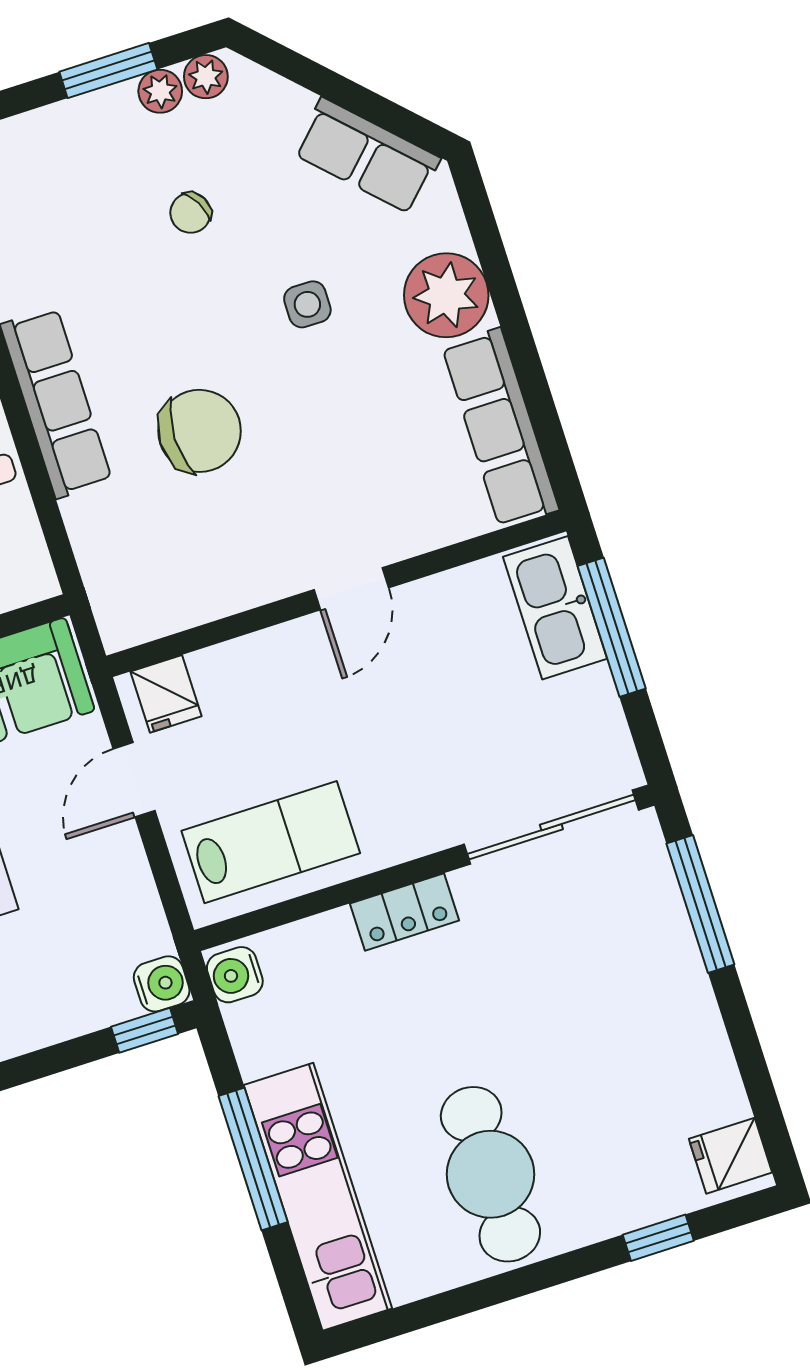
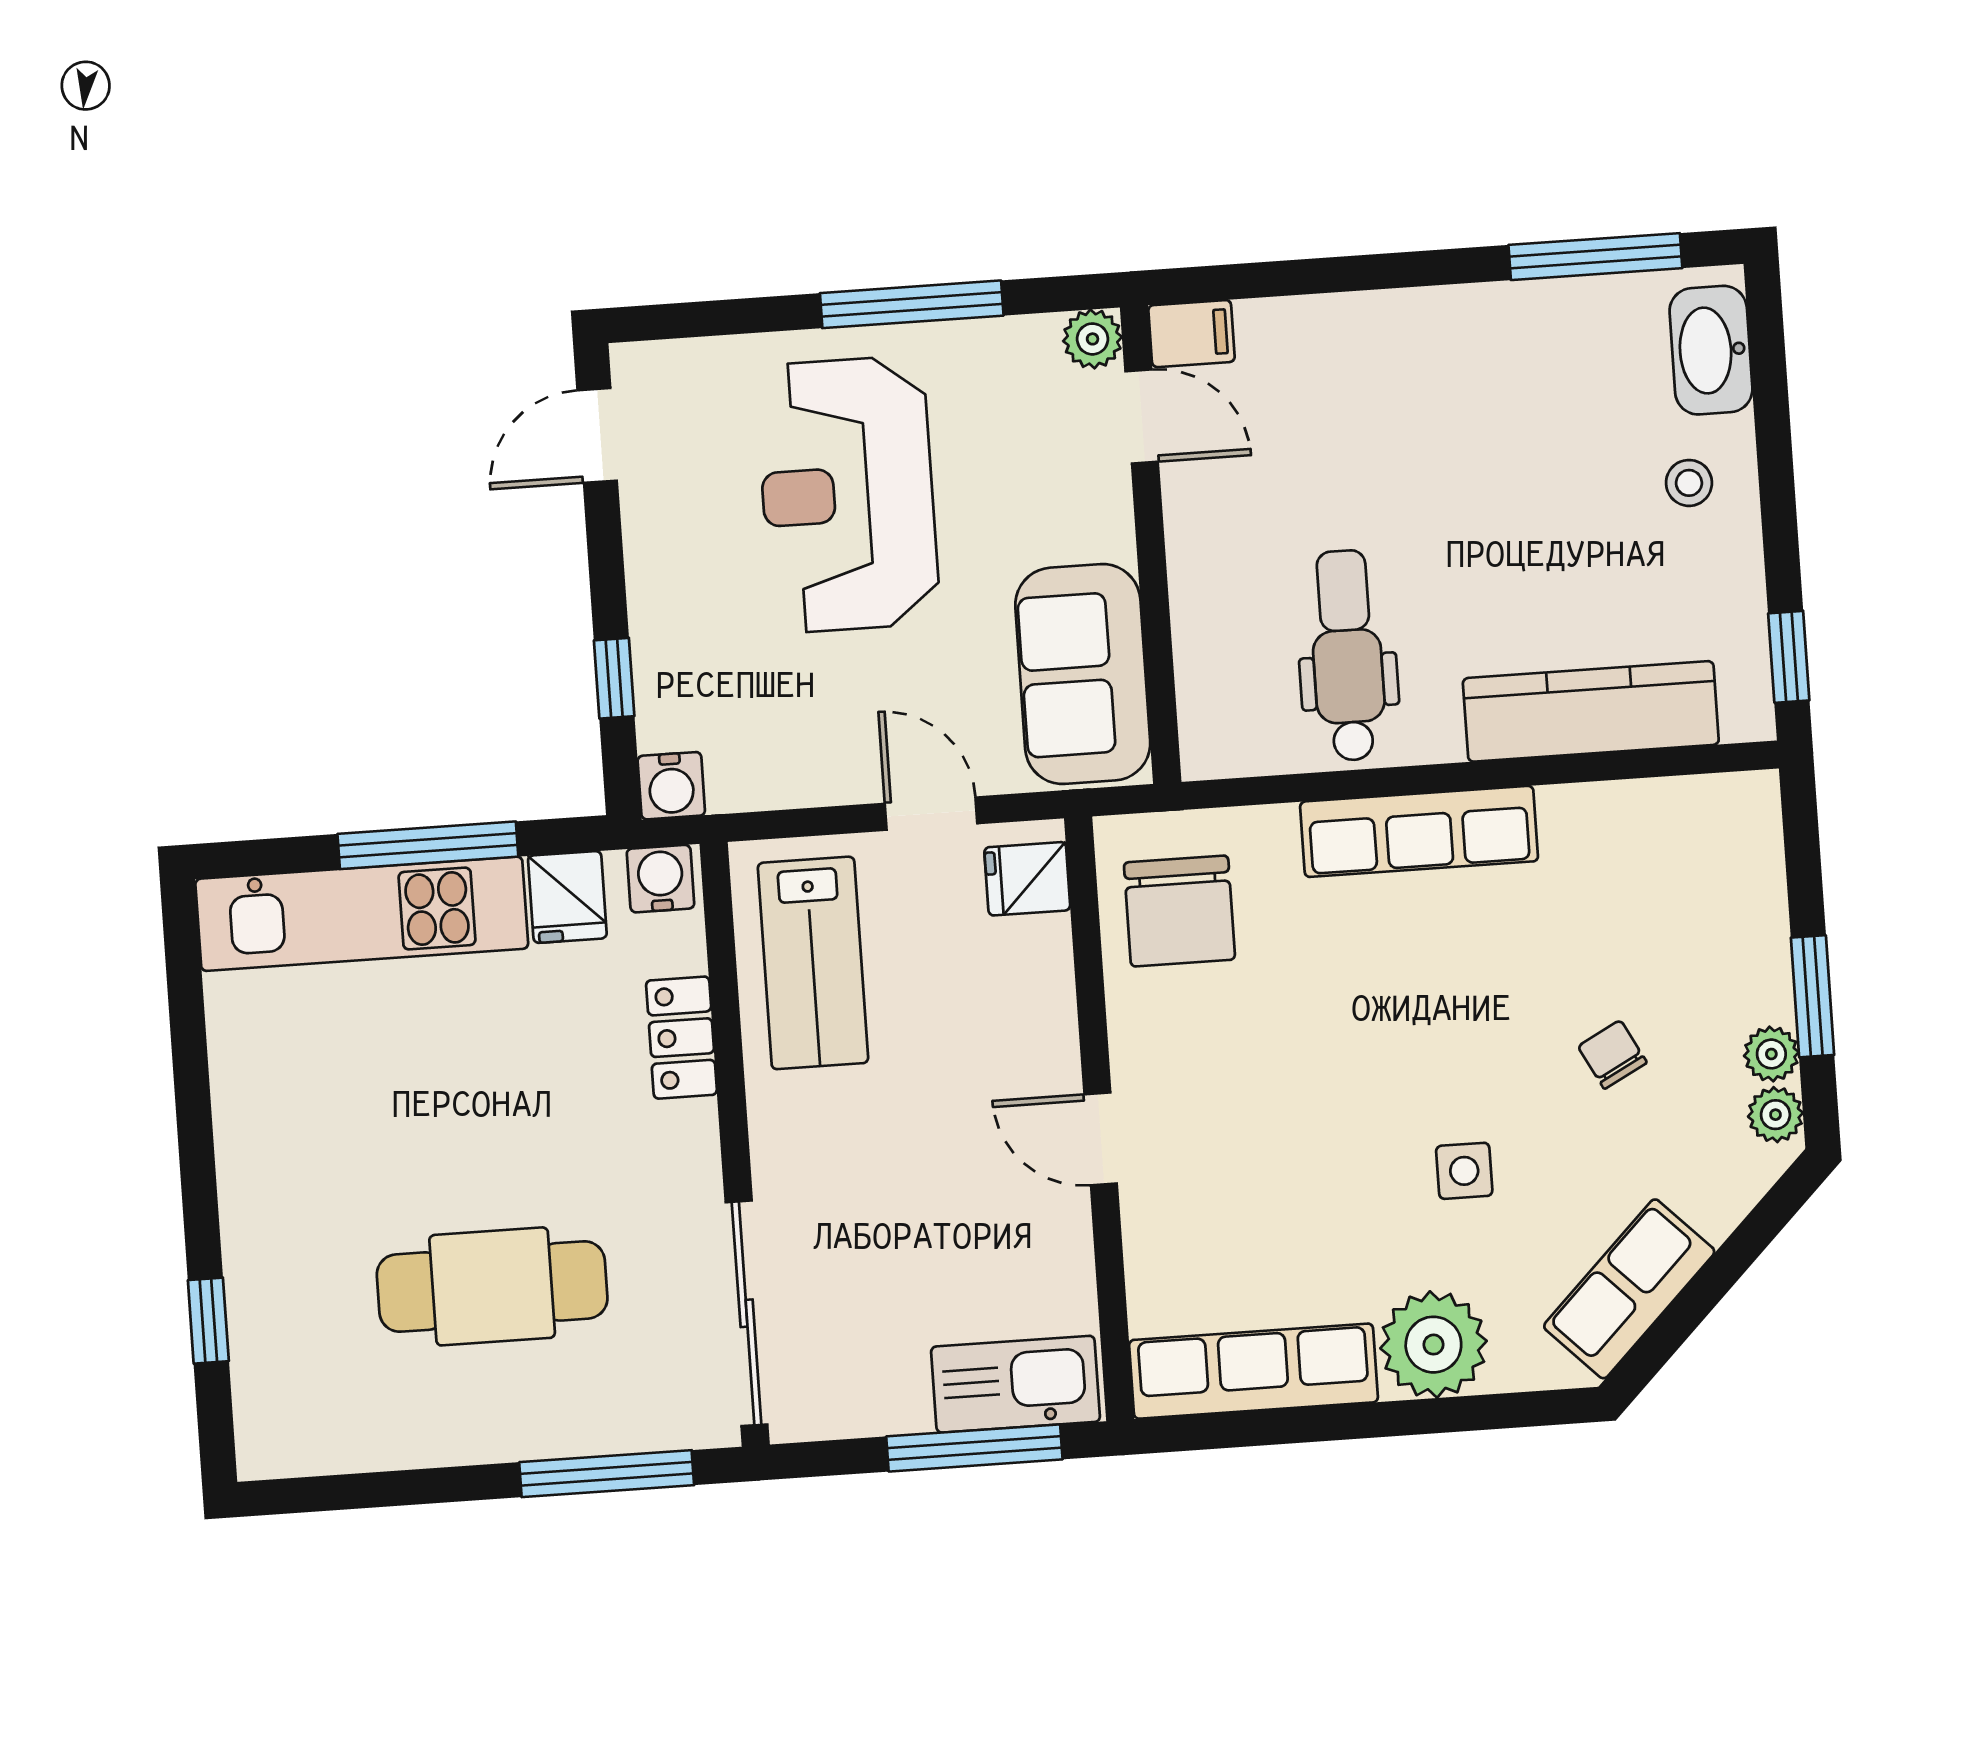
chair: (200, 431) -> (1179, 911), moved
locker: (405, 912) -> (681, 1038), moved
window: (145, 1030) -> (614, 678), moved
fridge: (730, 1156) -> (567, 897), moved, turned 180
cafe table: (490, 1174) -> (492, 1286), moved

